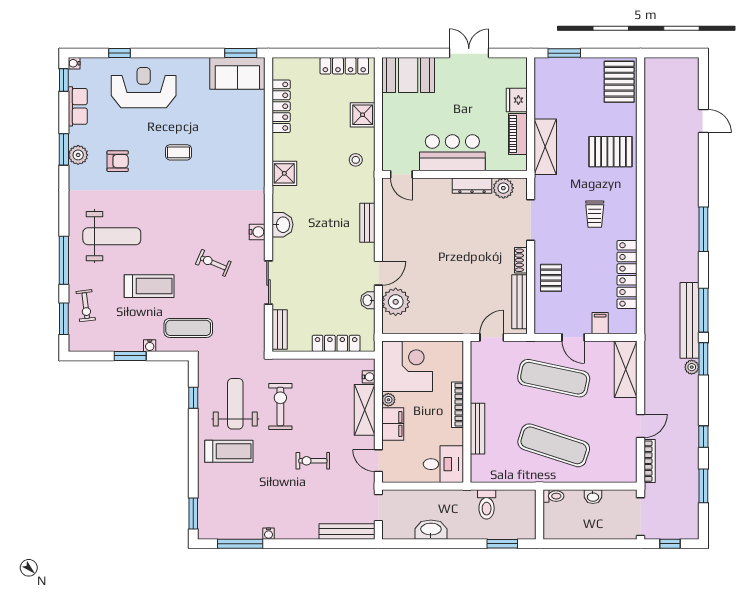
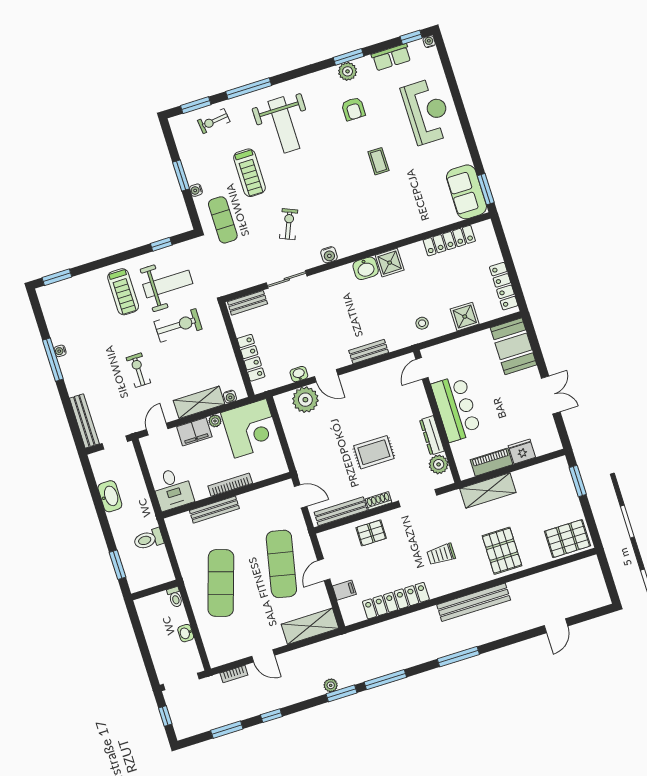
window: (120, 53) -> (451, 80), removed
washbasin: (282, 225) -> (366, 268), moved
rug: (470, 249) -> (374, 452), added
bench: (689, 320) -> (474, 602), moved
bookcase: (650, 461) -> (234, 674), width x0.64
window: (240, 544) -> (53, 360), moved

